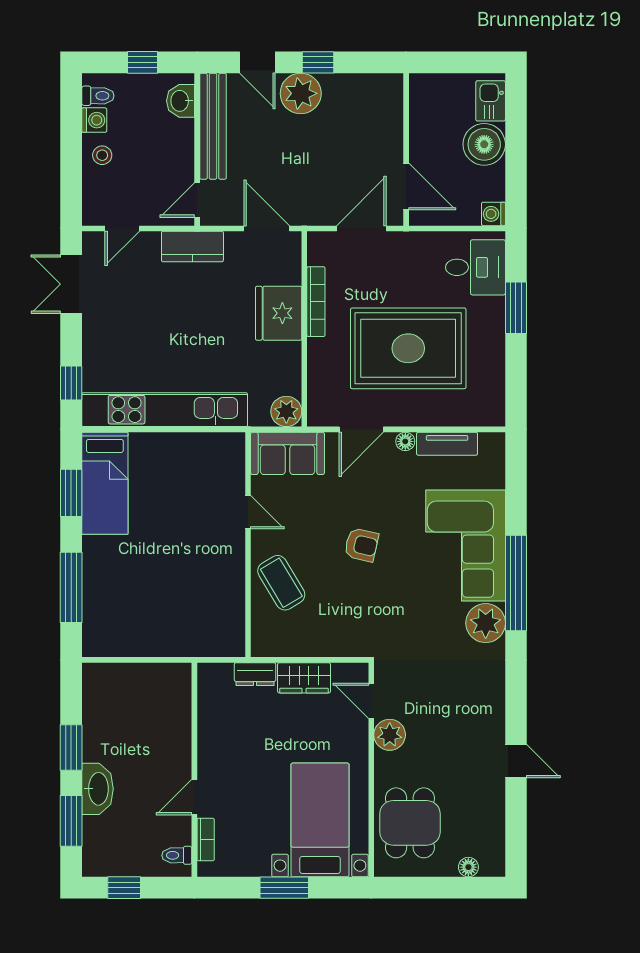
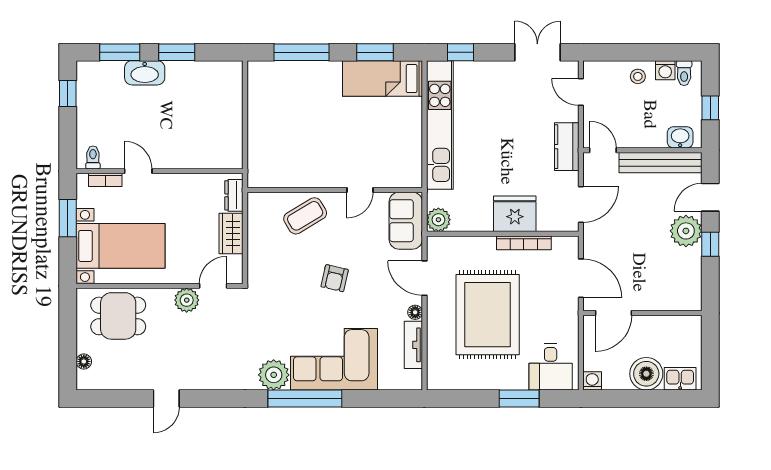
wall: (194, 770) -> (160, 171), moved
door: (194, 797) -> (138, 171), moved
bookcase: (206, 839) -> (105, 180), moved
toilet: (177, 855) -> (93, 157), moved

